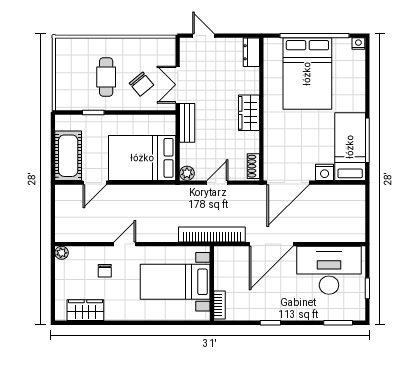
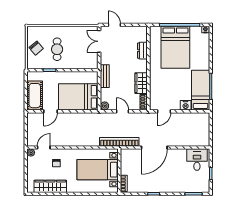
dresser: (251, 52) -> (142, 51), moved
chair: (142, 84) -> (36, 48), moved
double door: (178, 85) -> (99, 41), moved
wardrobe: (249, 113) -> (141, 83), moved
door: (217, 183) -> (123, 111), hinge flipped
door: (288, 183) -> (164, 111), width x0.53
door: (125, 244) -> (44, 147), moved
desk: (329, 270) -> (197, 160), width x0.53, depth x0.77
wardrobe: (85, 310) -> (50, 186), width x1.50

